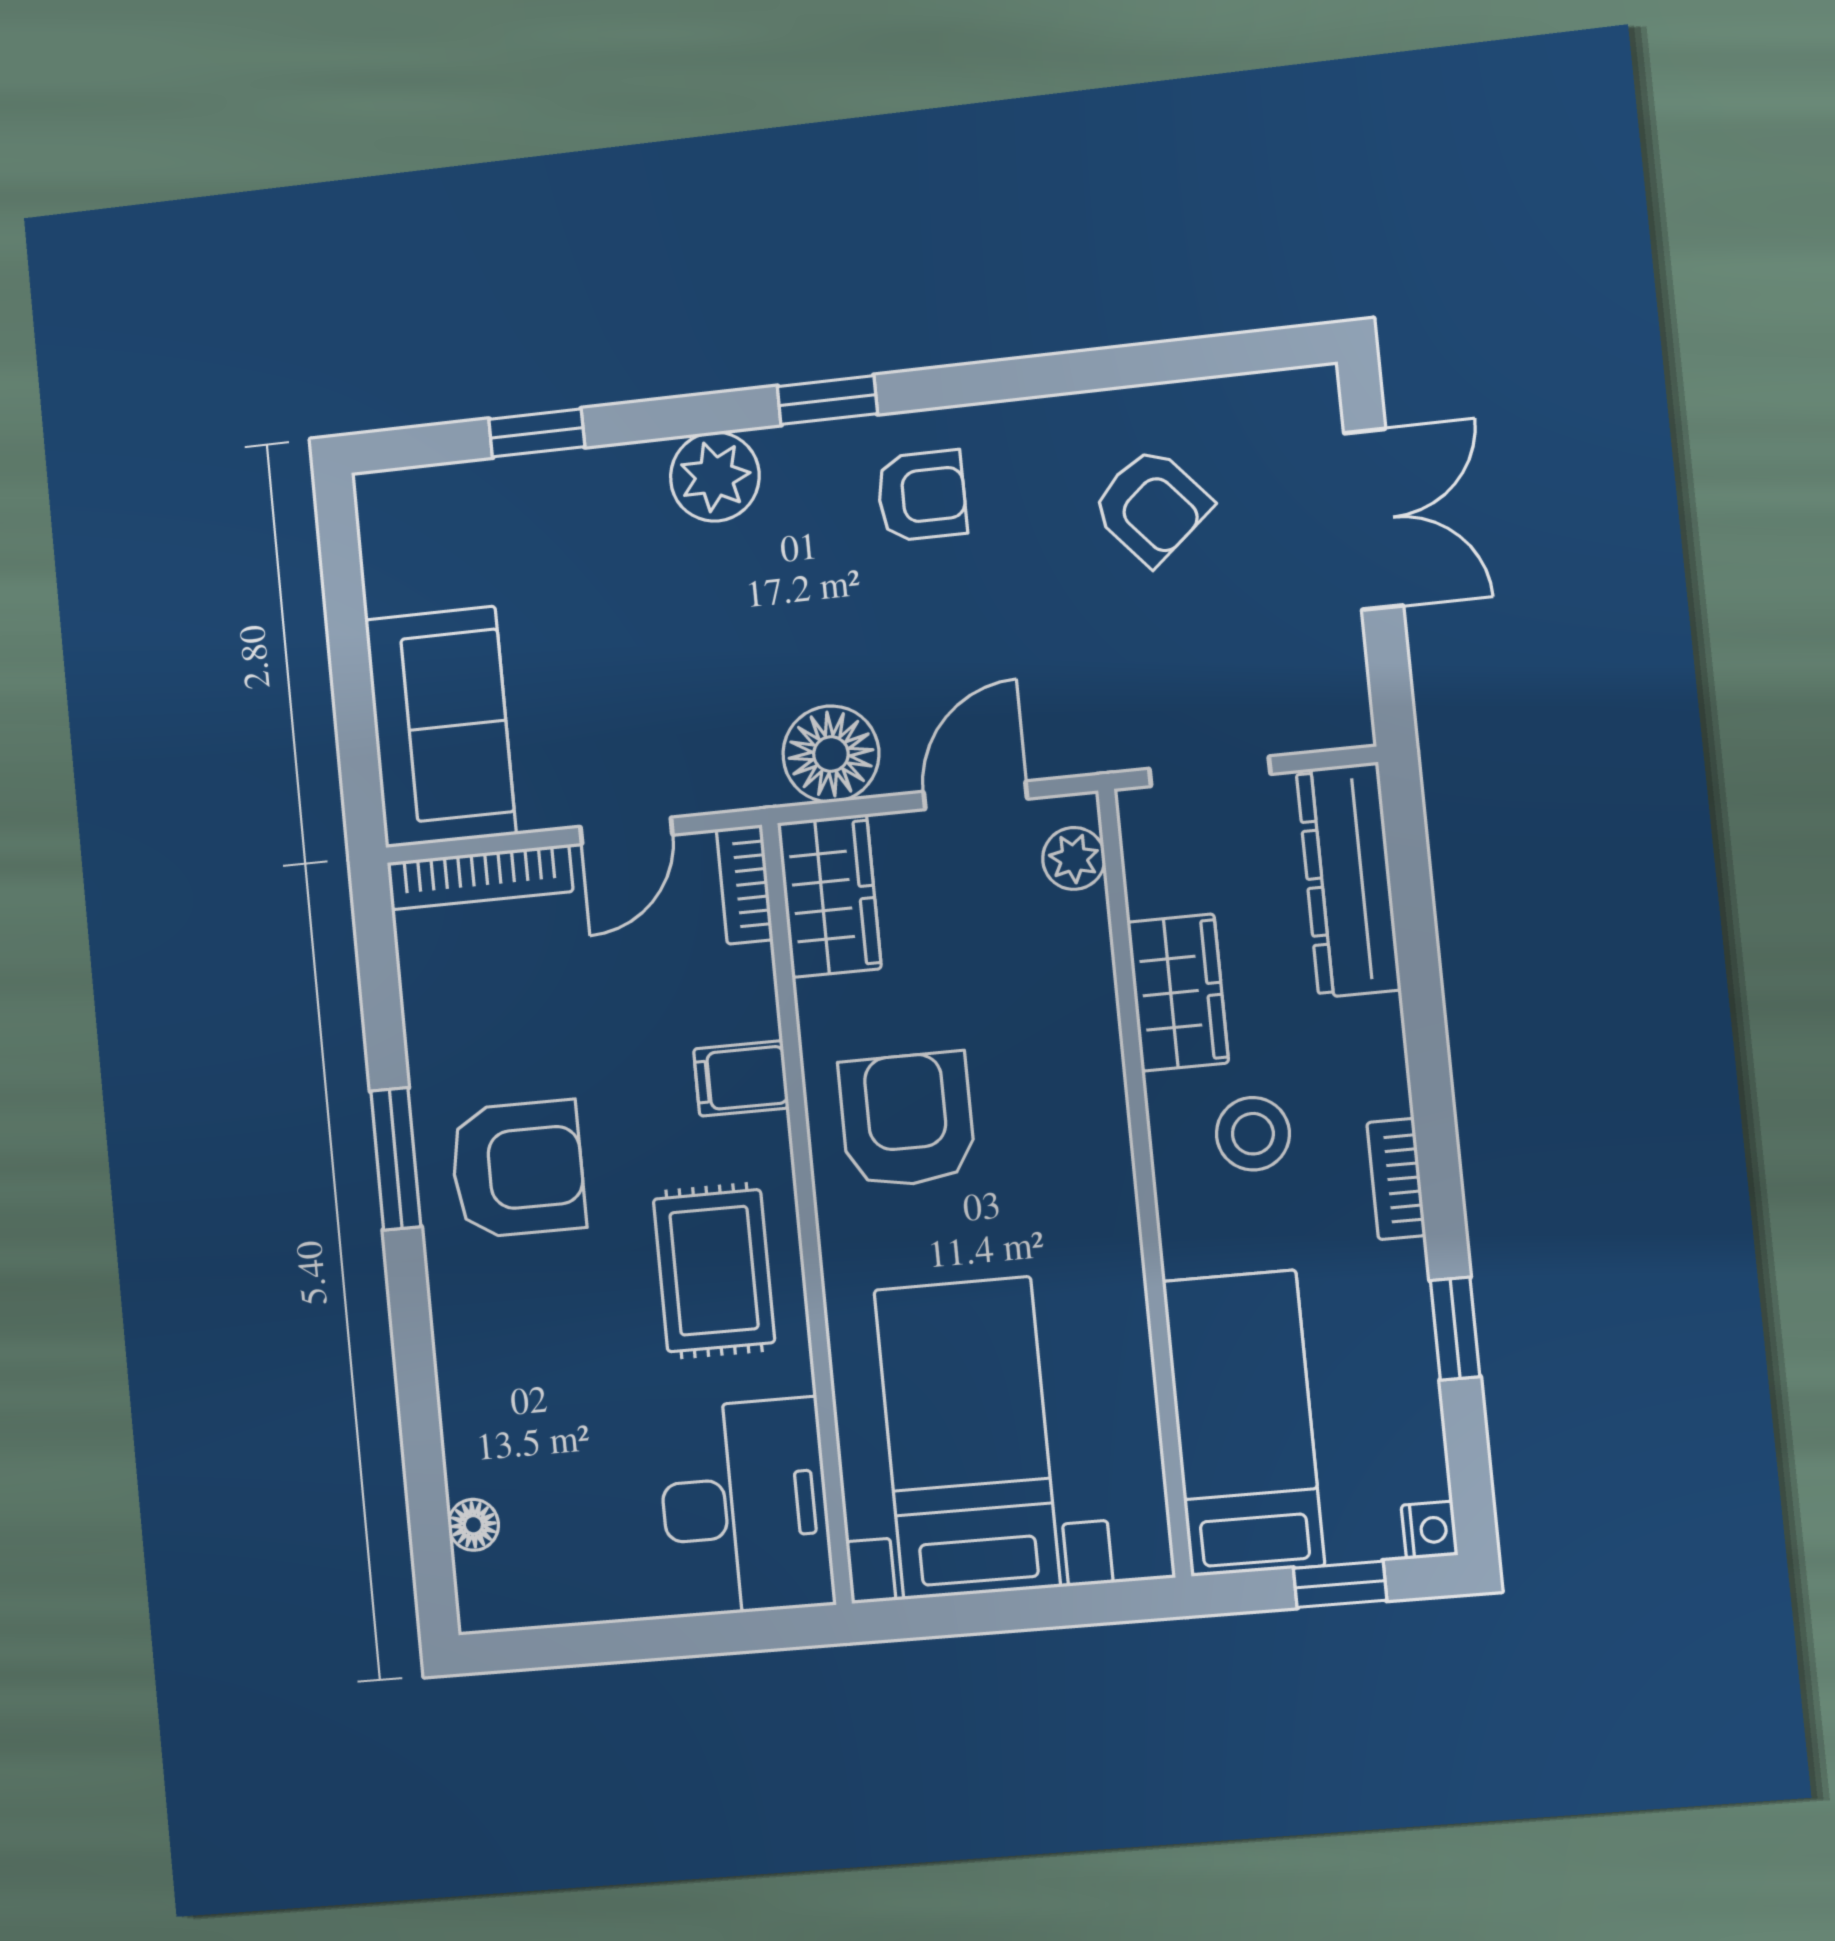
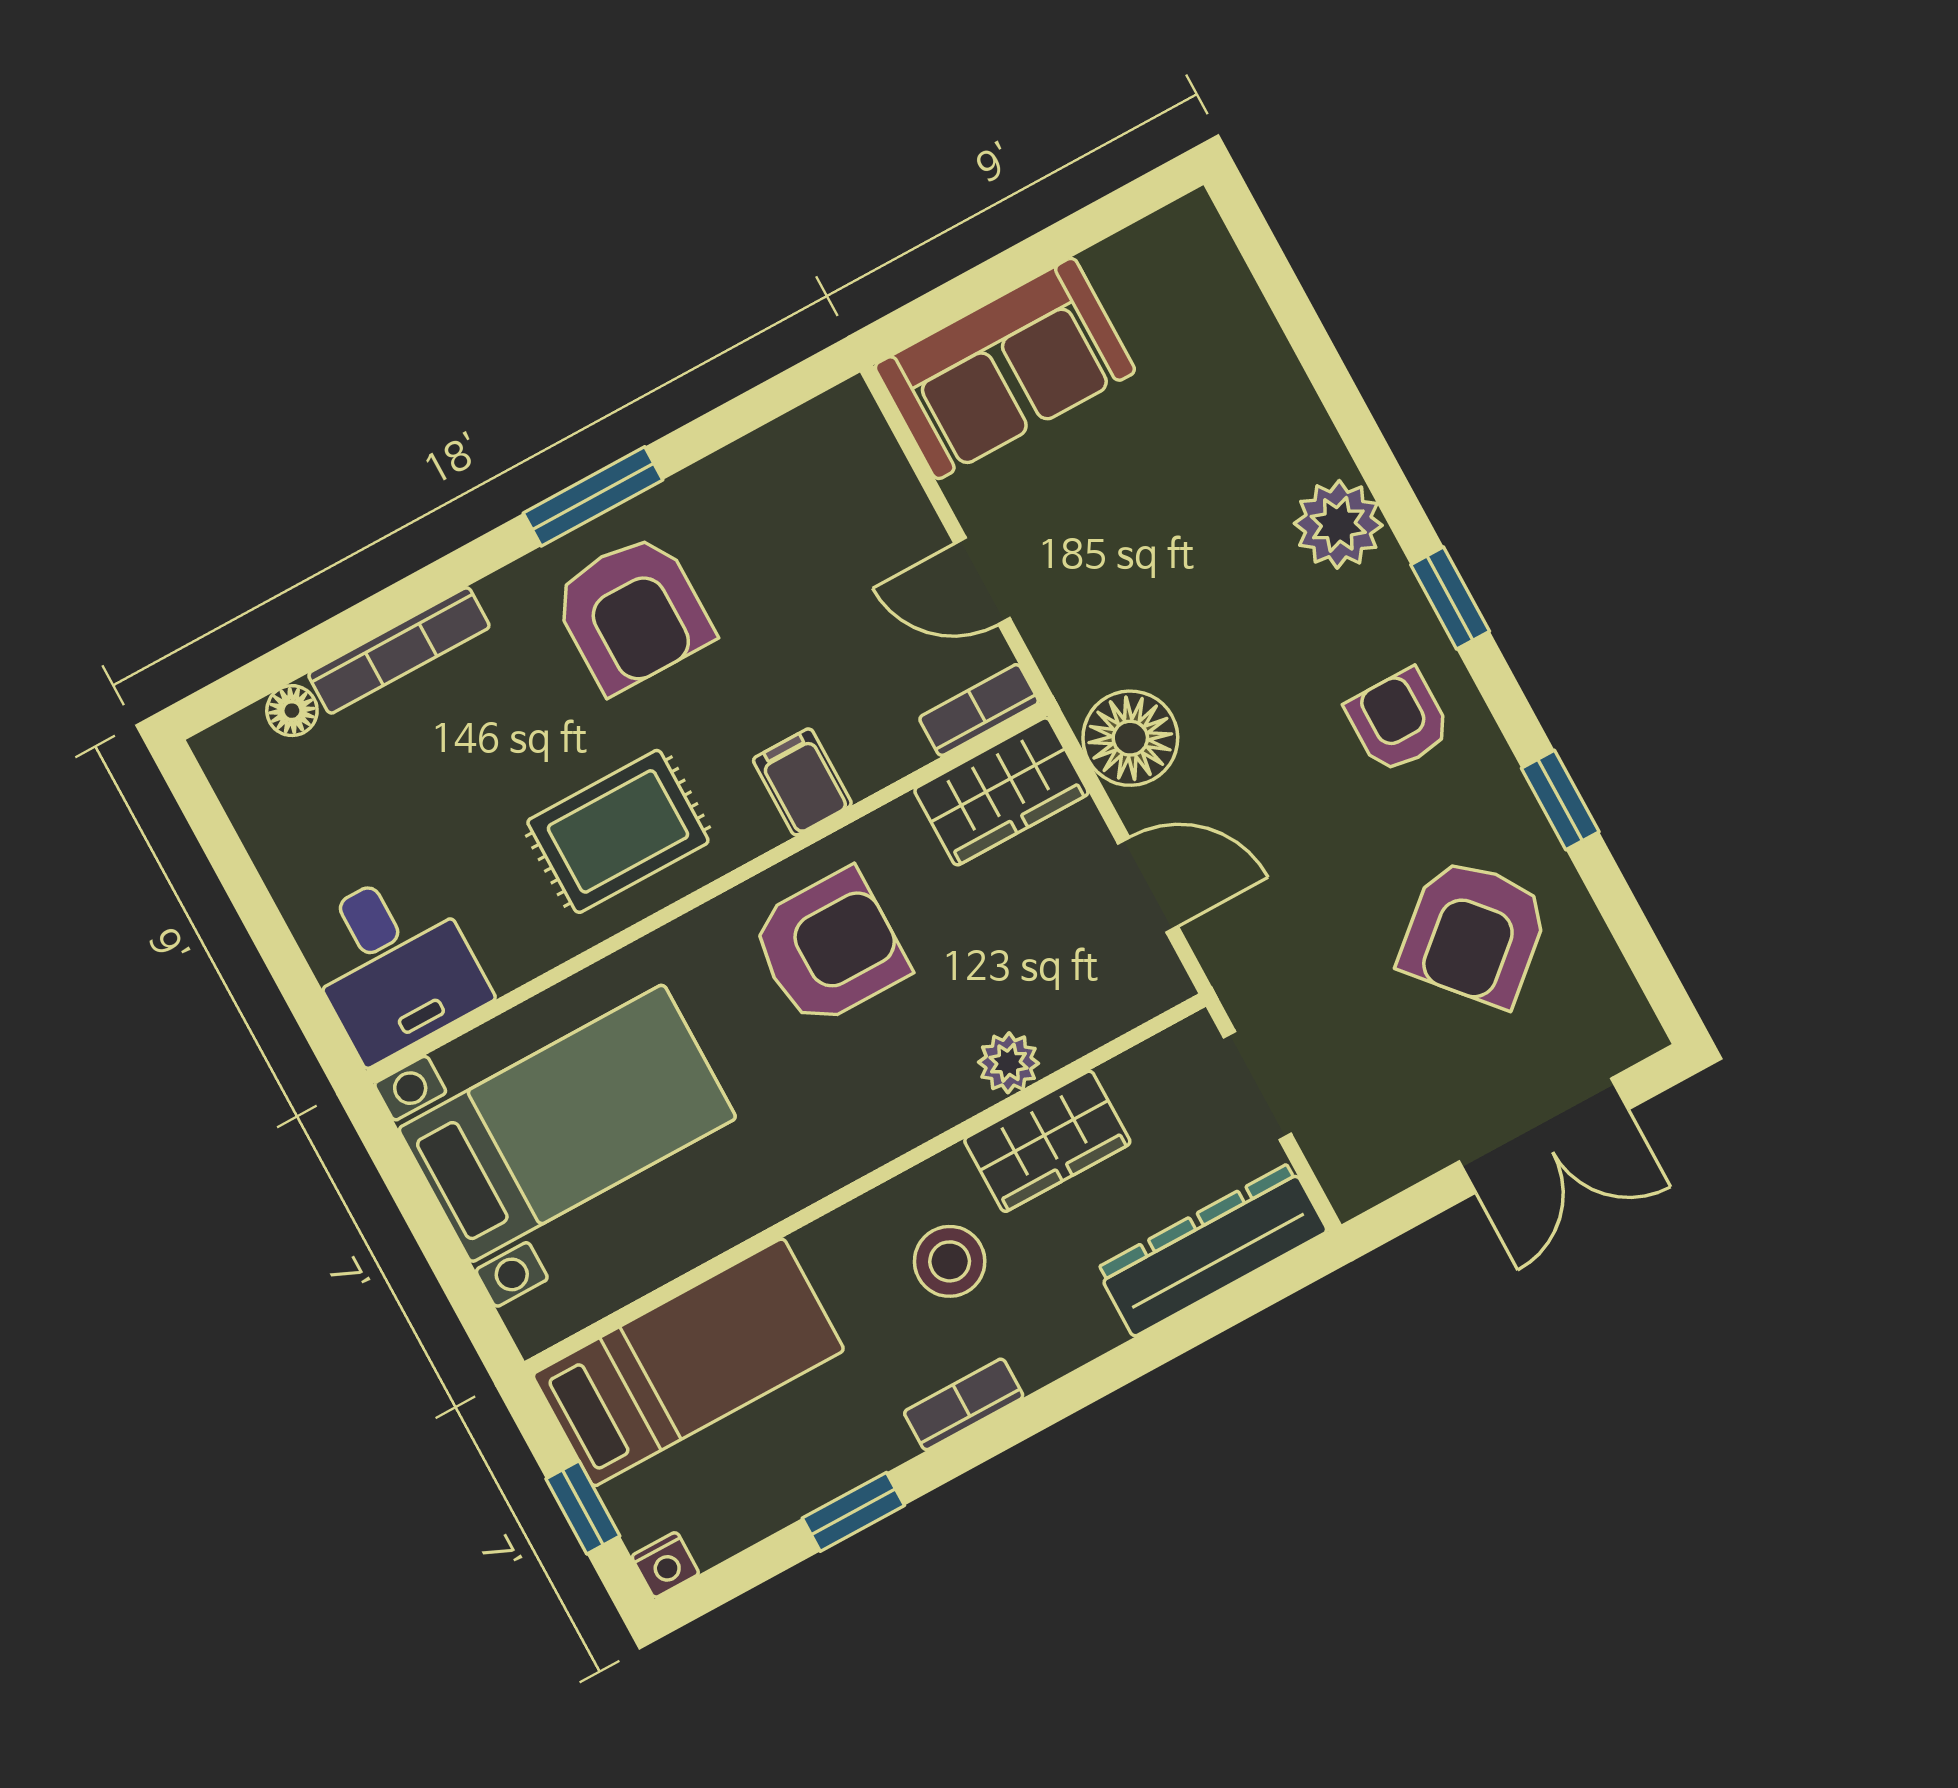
window: (537, 433) -> (1560, 800), moved
armchair: (922, 496) -> (1398, 721), turned 180
armchair: (1151, 506) -> (1474, 932), width x1.38, depth x1.38
plant: (1074, 858) -> (1009, 1063), moved
bookcase: (480, 877) -> (399, 650), moved, turned -90
desk: (745, 1507) -> (393, 964), width x0.73

